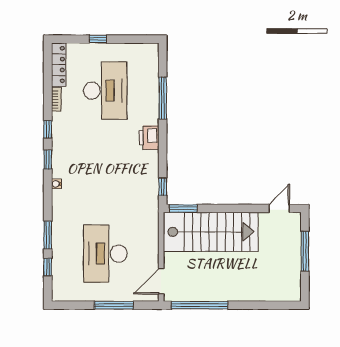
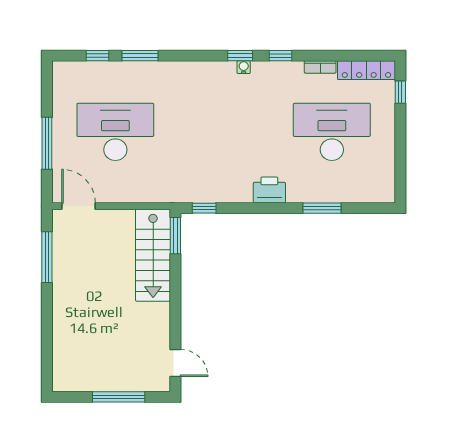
window: (98, 39) -> (400, 92), moved
desk: (105, 91) -> (332, 132), turned 180
window: (163, 98) -> (322, 208), width x0.69
water cooler: (56, 184) -> (244, 67), moved
stairs: (211, 232) -> (153, 255), width x0.73, depth x0.66
window: (199, 305) -> (47, 257), width x0.68

